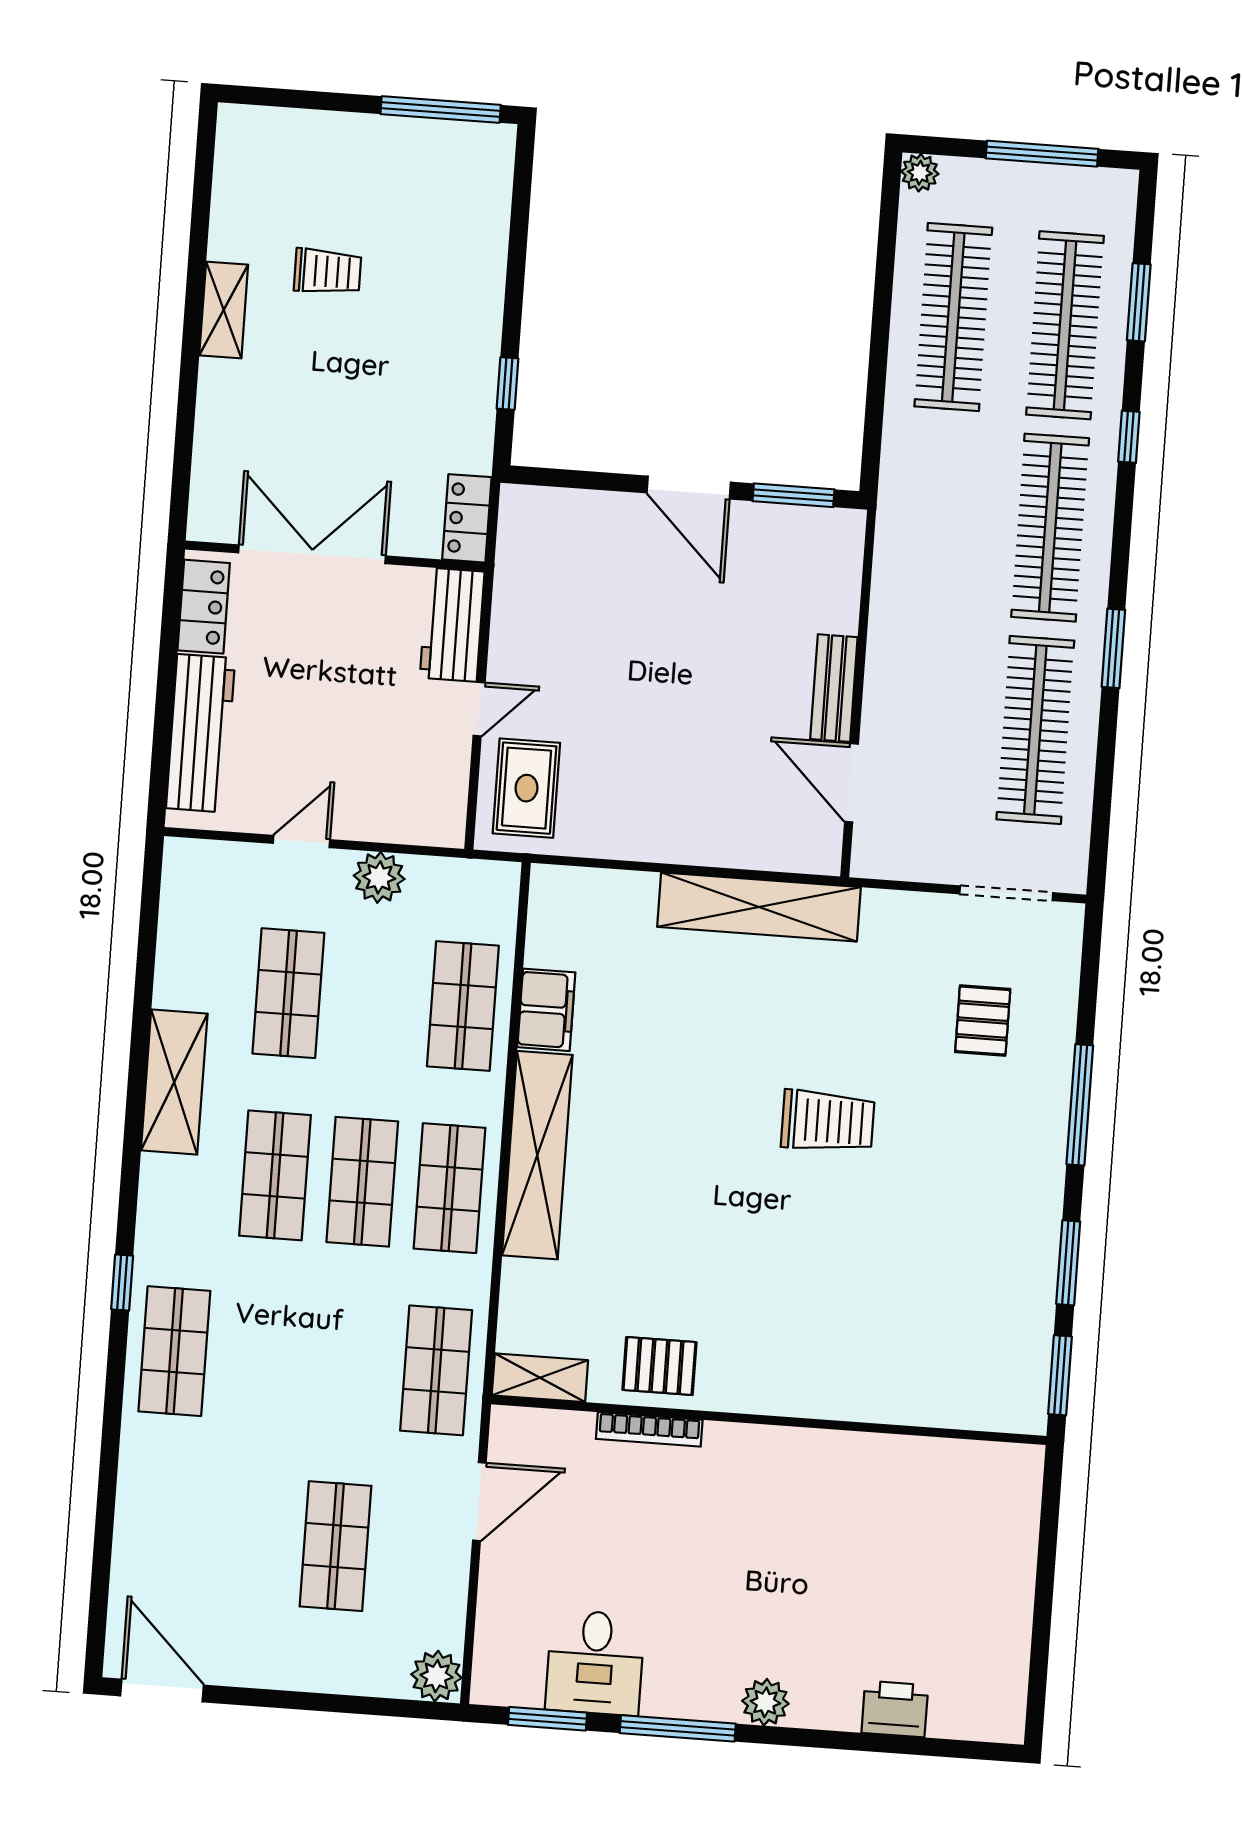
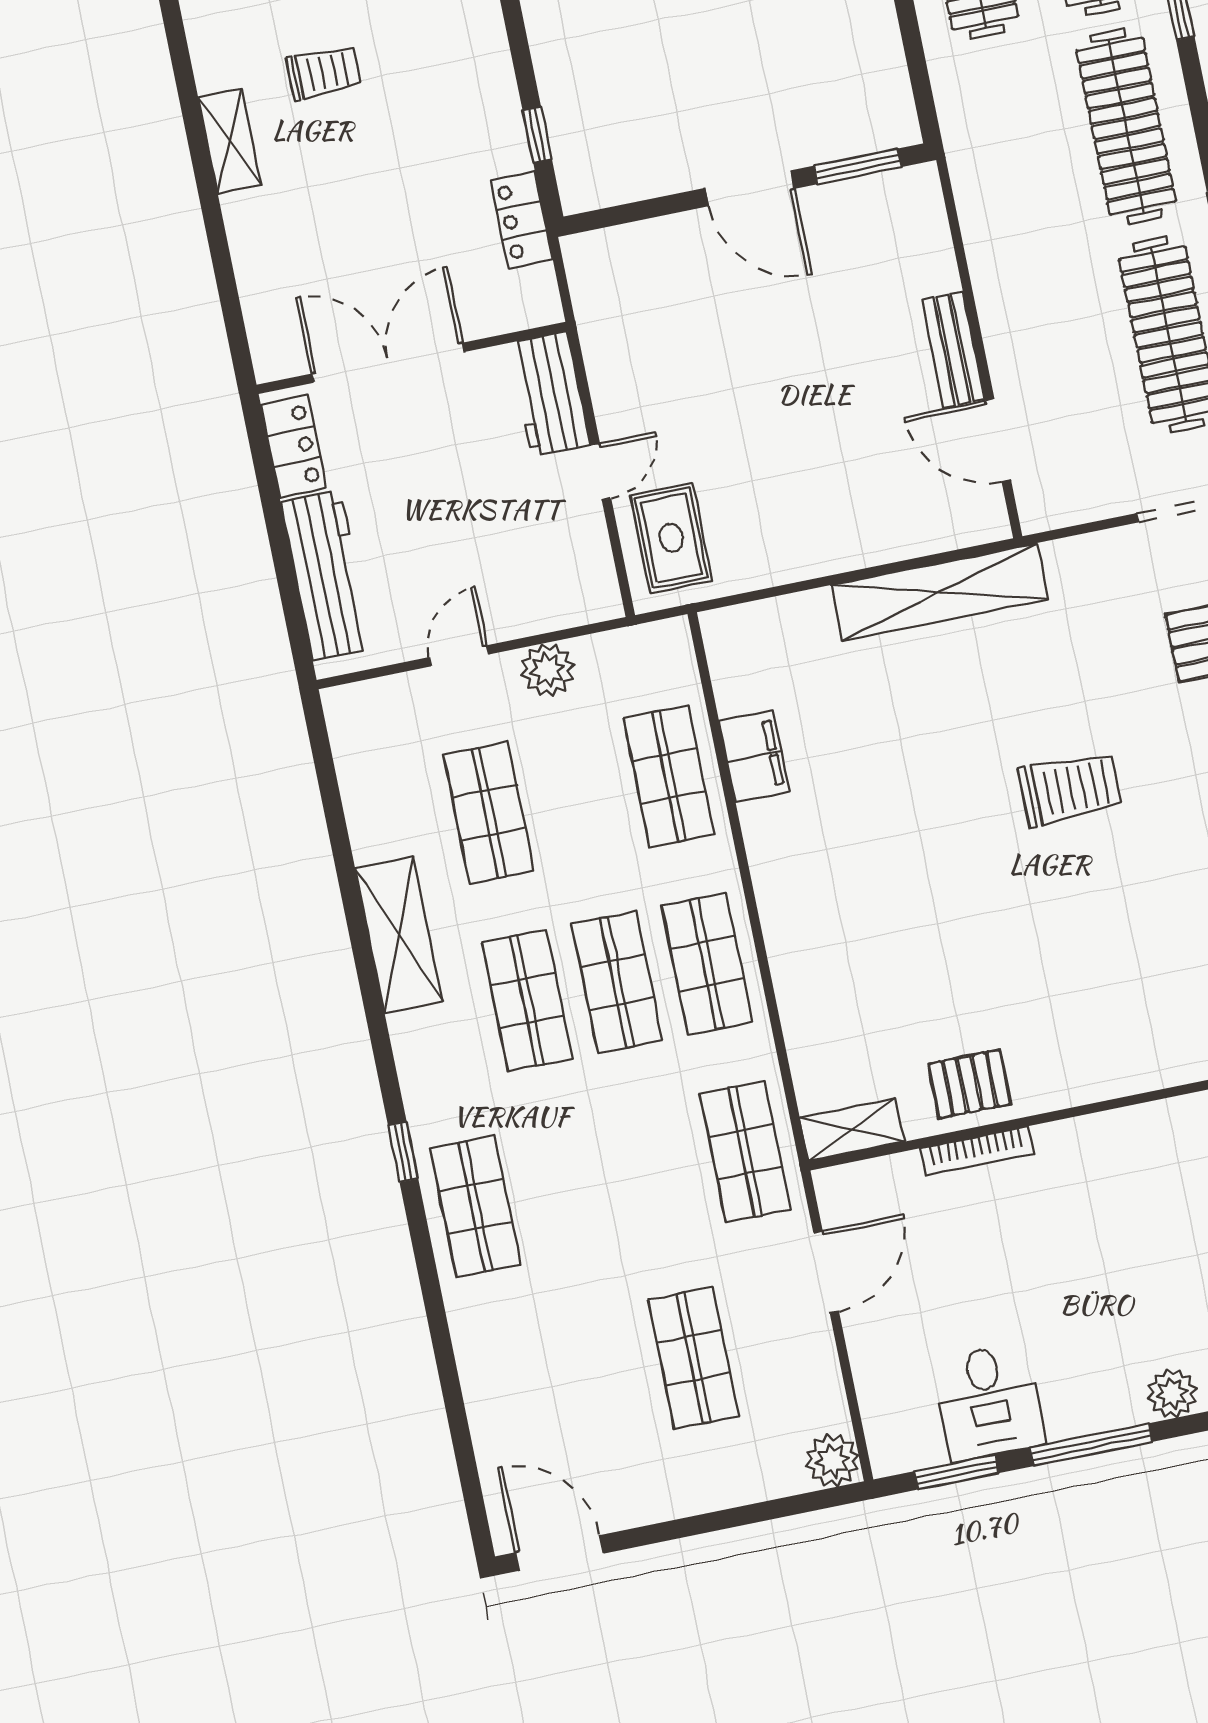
locker: (467, 518) -> (522, 220), moved
shelving: (537, 1155) -> (786, 906), removed

